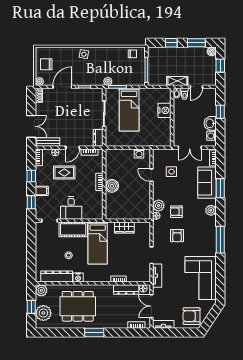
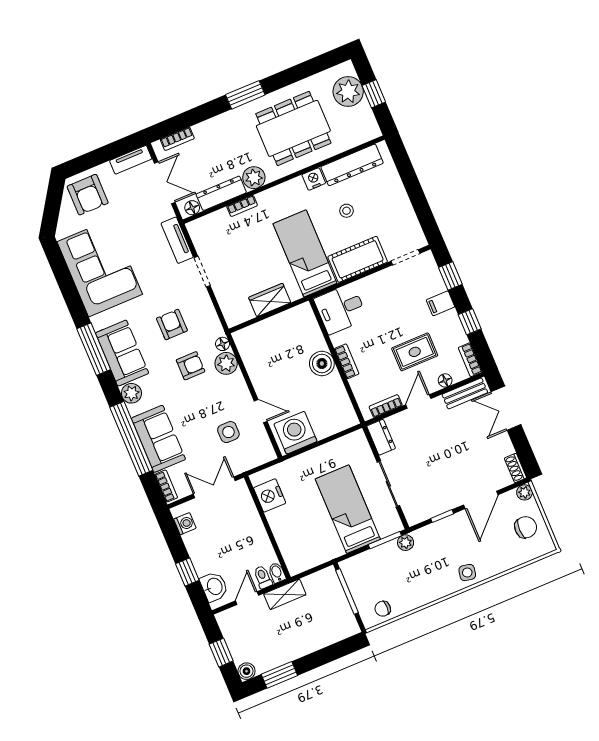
window: (171, 43) -> (323, 656), removed
nightstand: (164, 110) -> (270, 495), moved
washbasin: (210, 123) -> (214, 587), moved
washing machine: (139, 153) -> (295, 433), width x1.89, depth x1.89
window: (220, 188) -> (131, 439), width x2.11
desk: (71, 208) -> (341, 309), moved, turned -90
sofa: (207, 232) -> (122, 353), added
plant: (41, 290) -> (254, 178), moved
armchair: (191, 316) -> (88, 195), turned 90

